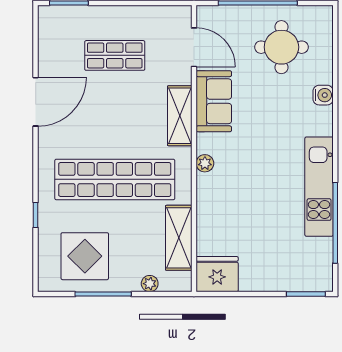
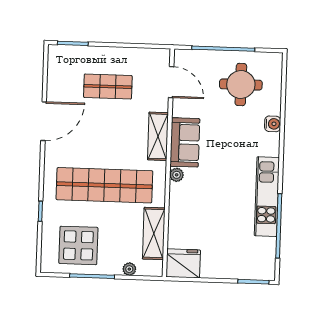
sofa: (214, 101) -> (185, 142), moved

